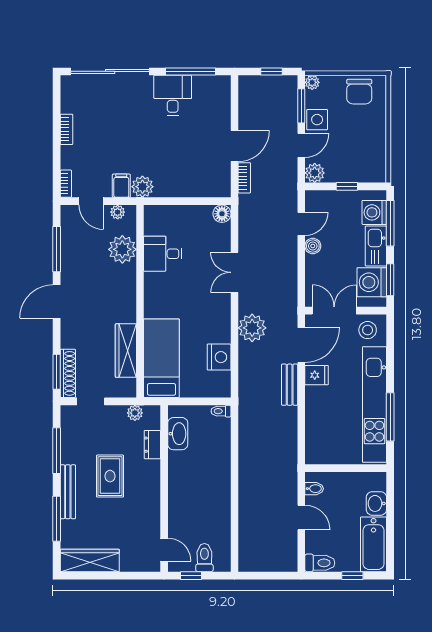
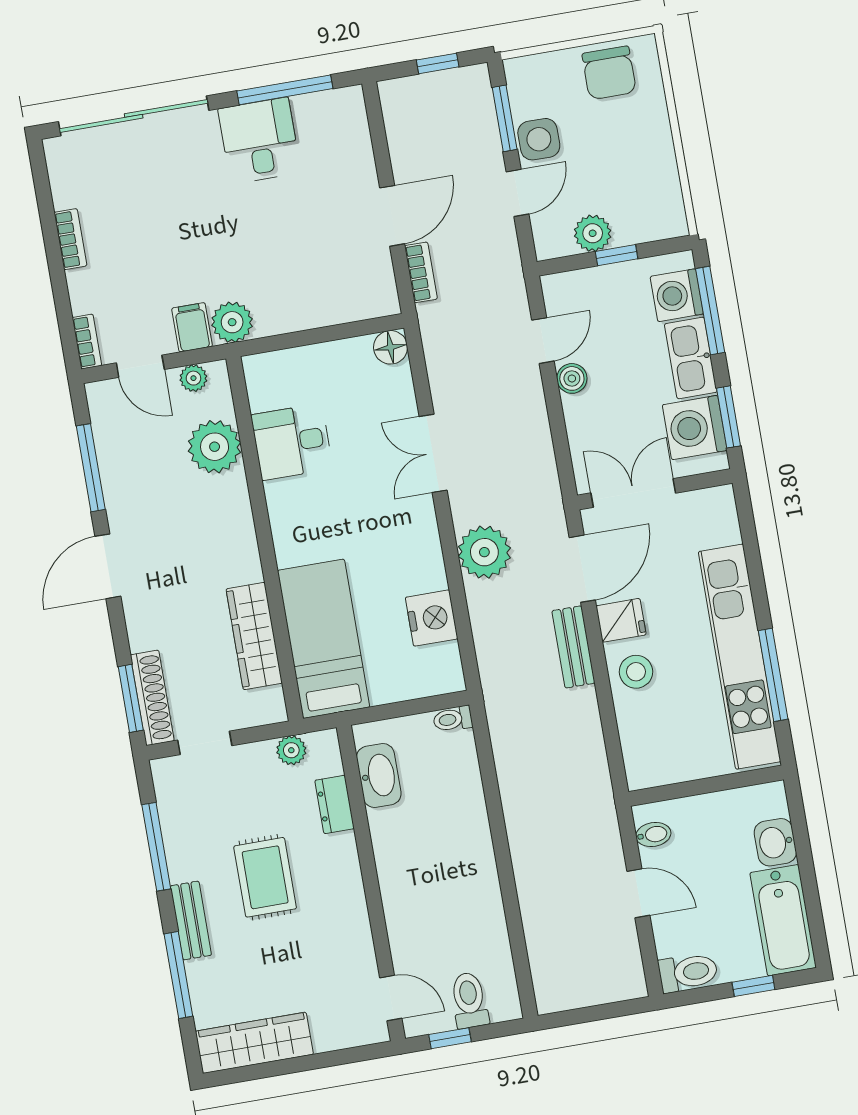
plant: (312, 82) -> (518, 71), removed
plant: (315, 173) -> (593, 233), moved
stool: (368, 330) -> (636, 672), moved
bench: (68, 492) -> (191, 920), width x0.73

